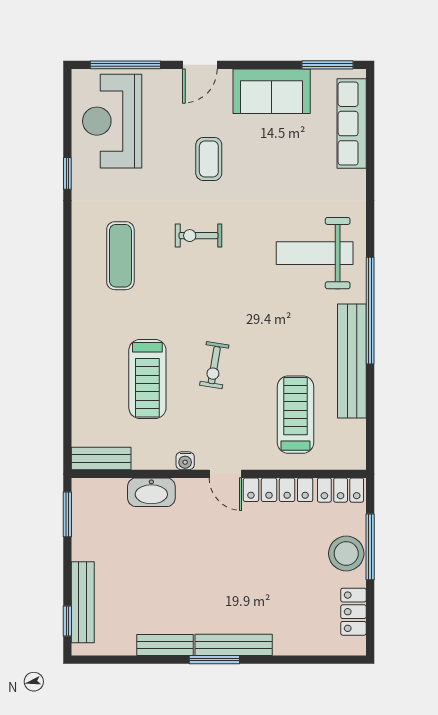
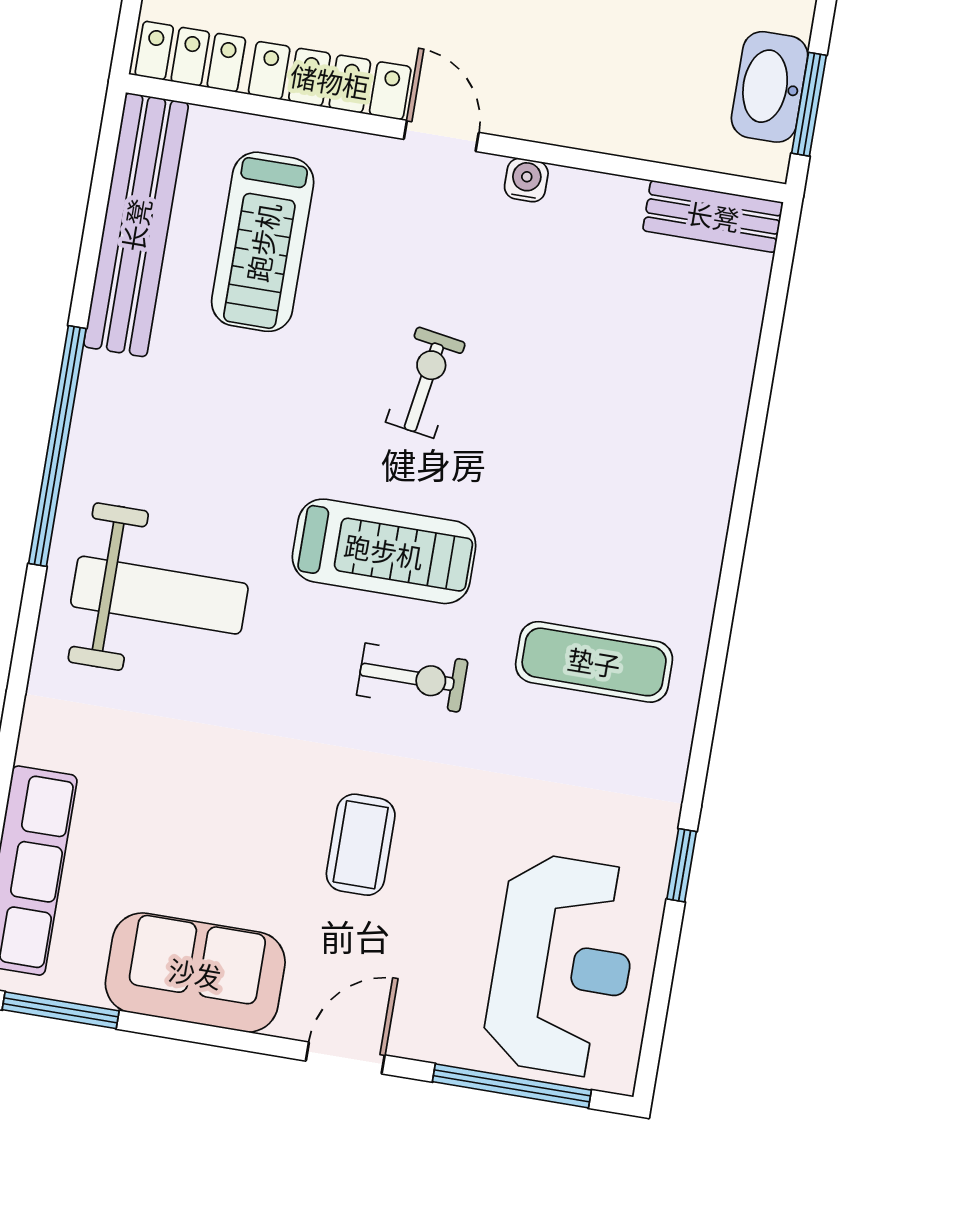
exercise mat: (120, 256) -> (594, 662), turned 90
bench: (352, 361) -> (136, 225), moved
treadmill: (147, 379) -> (384, 551), moved, turned 90
washbasin: (151, 492) -> (770, 87), moved, turned -90

